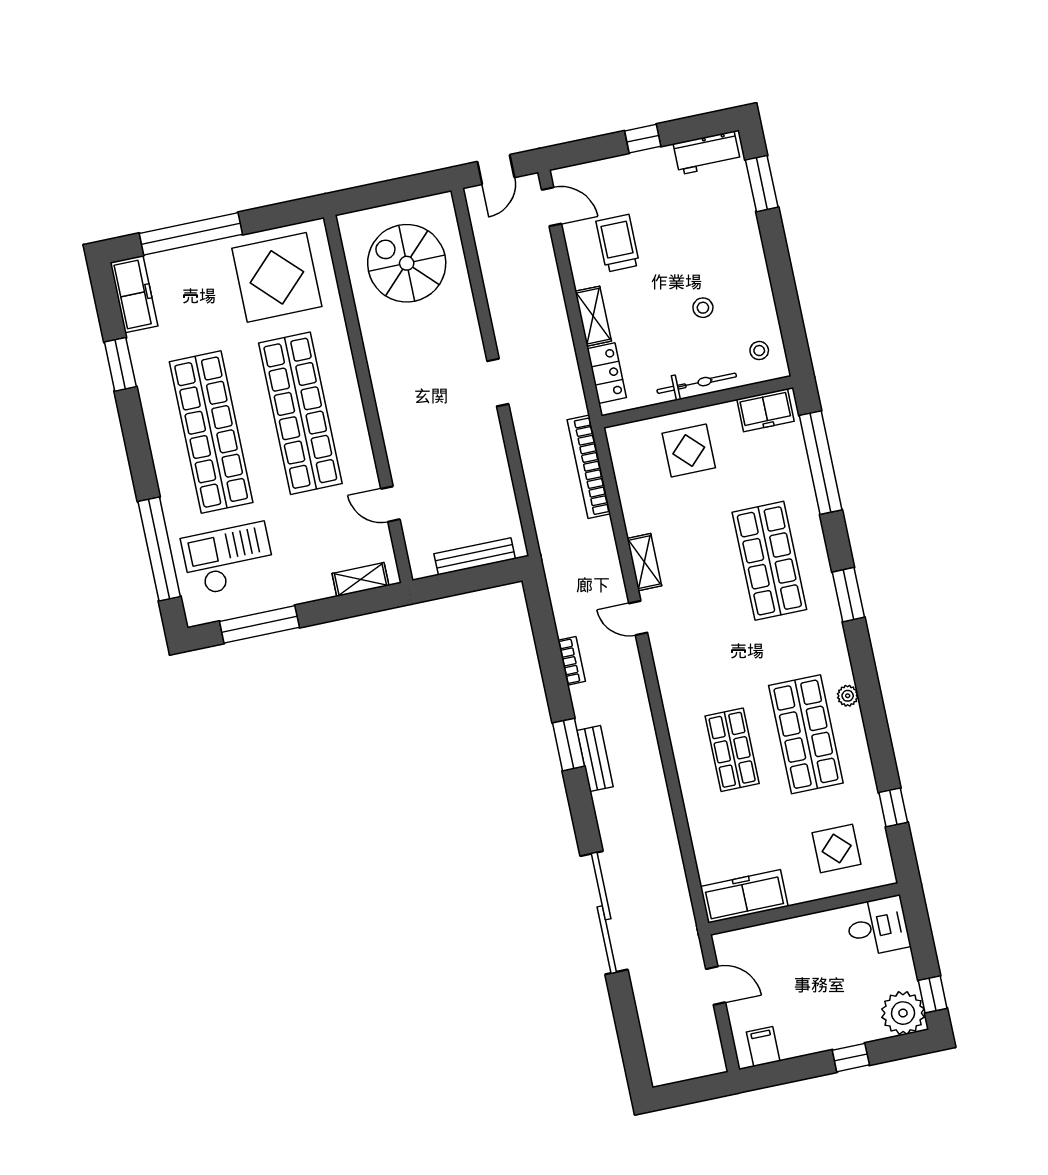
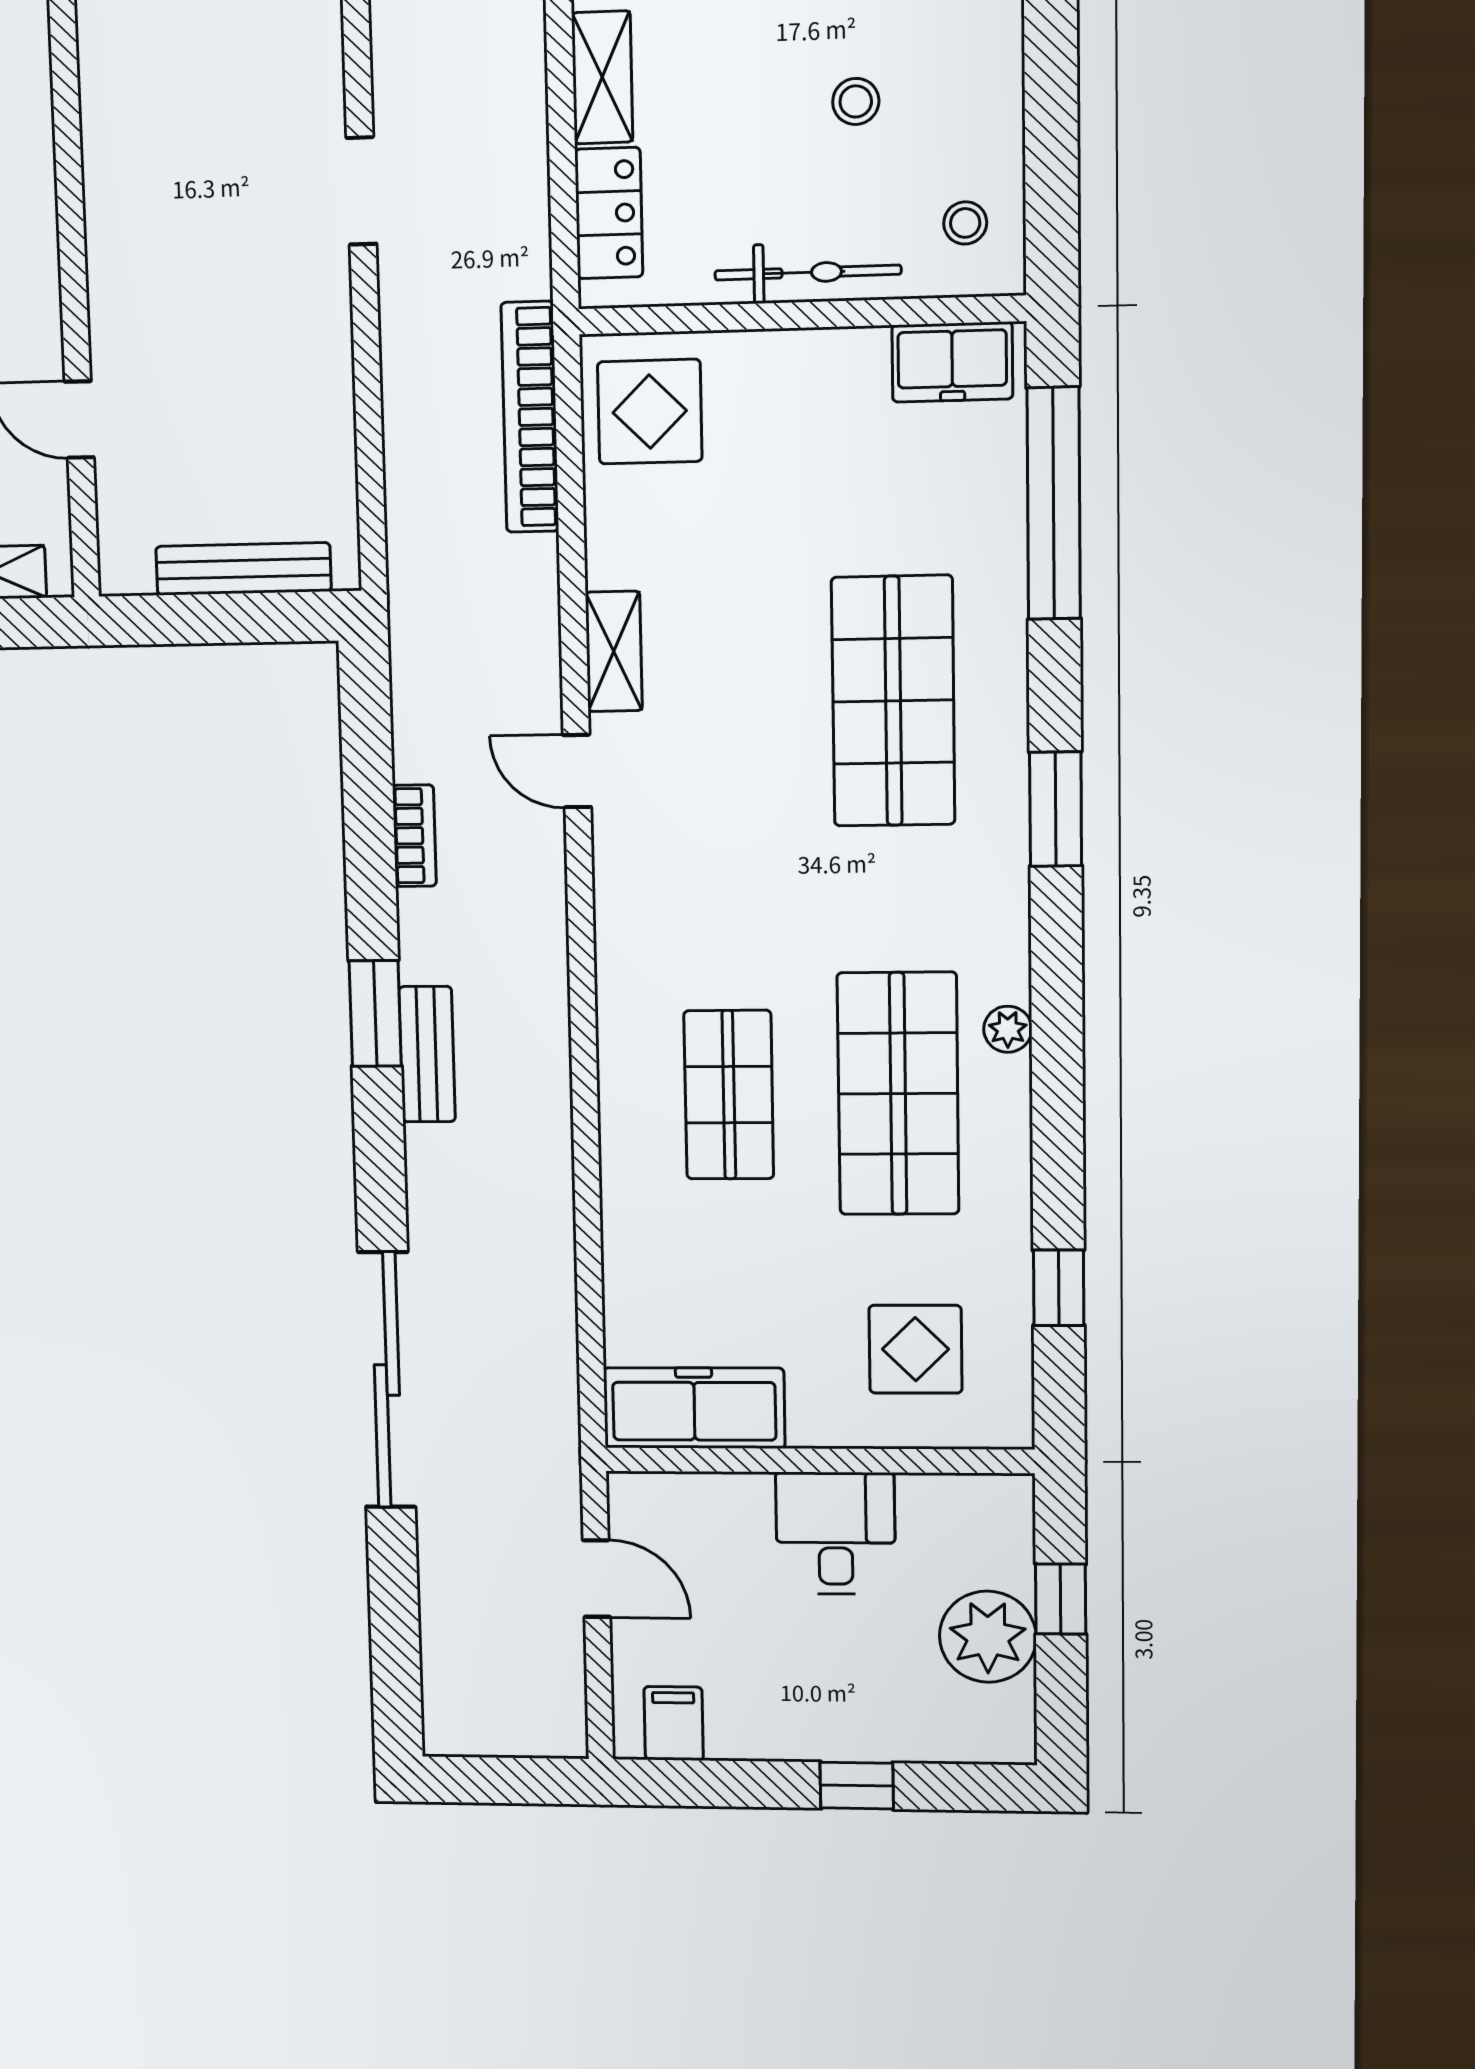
display table: (689, 451) -> (650, 412), moved
desk: (878, 926) -> (836, 1533), moved, turned -90
window: (933, 994) -> (1061, 1599), moved
plant: (903, 1013) -> (988, 1637), moved

